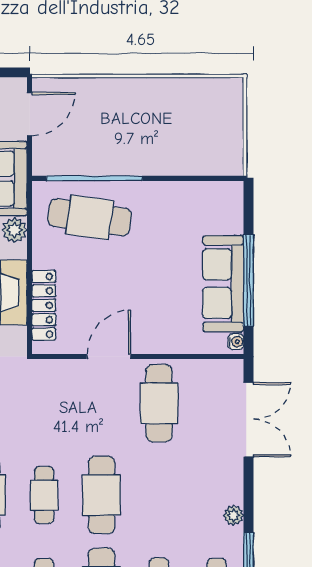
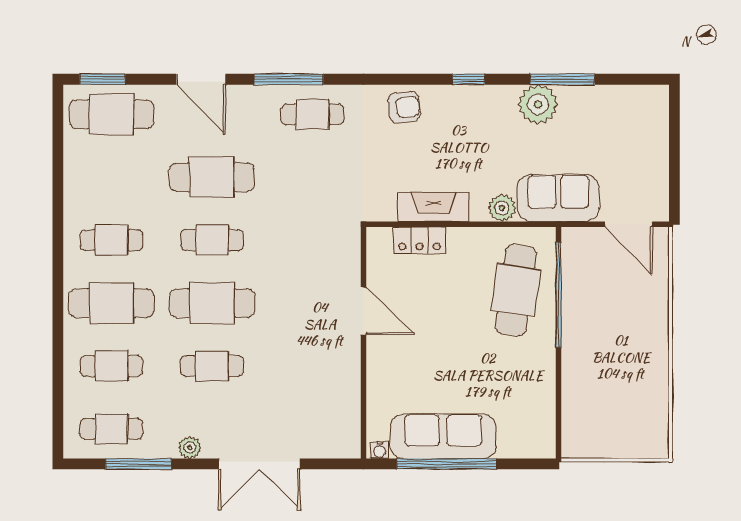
locker: (44, 305) -> (420, 240), width x0.66
cafe table: (159, 403) -> (212, 366), moved, width x0.73, depth x0.74
double door: (249, 420) -> (259, 464), moved

